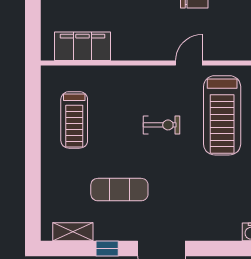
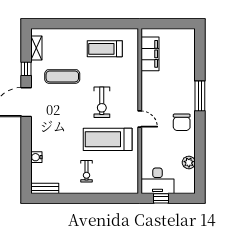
exercise bike: (161, 125) -> (102, 102), width x1.38, depth x1.39
exercise mat: (119, 190) -> (62, 76), turned 90

